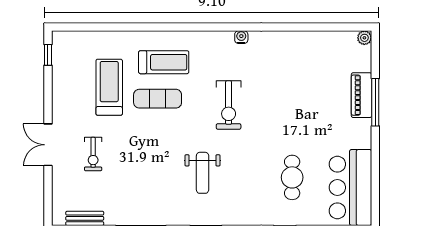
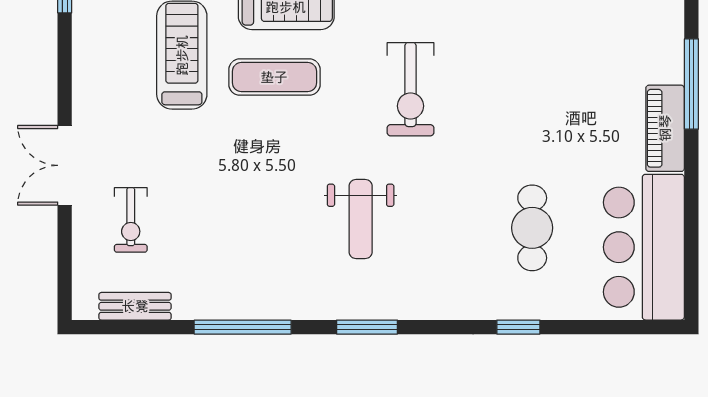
piano: (362, 95) -> (665, 128), moved
exercise bike: (93, 154) -> (131, 220), moved

